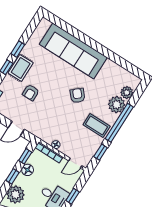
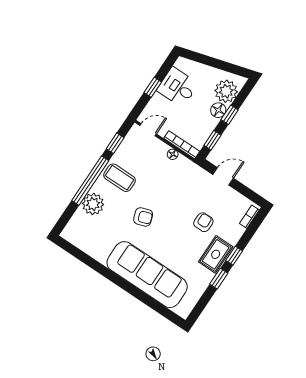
plant: (127, 93) -> (79, 219), removed
armchair: (78, 96) -> (143, 217), turned -68
floor lamp: (28, 170) -> (218, 110), moved

